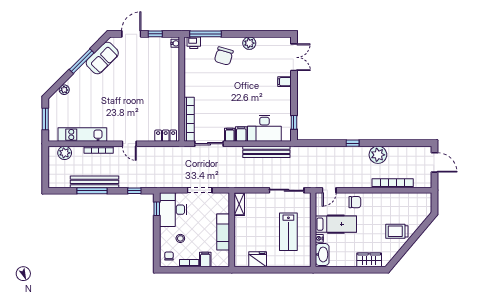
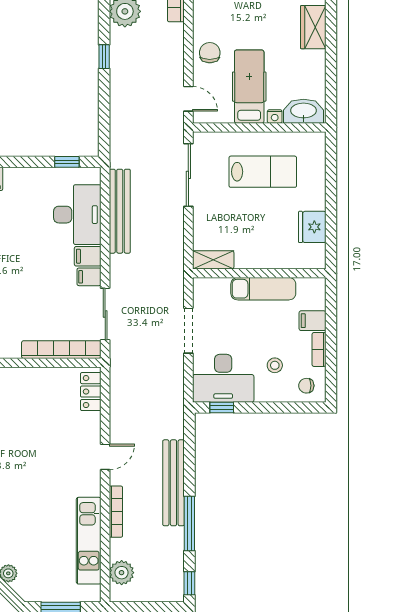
bench: (95, 182) -> (173, 483), moved
window: (134, 191) -> (189, 583), moved

